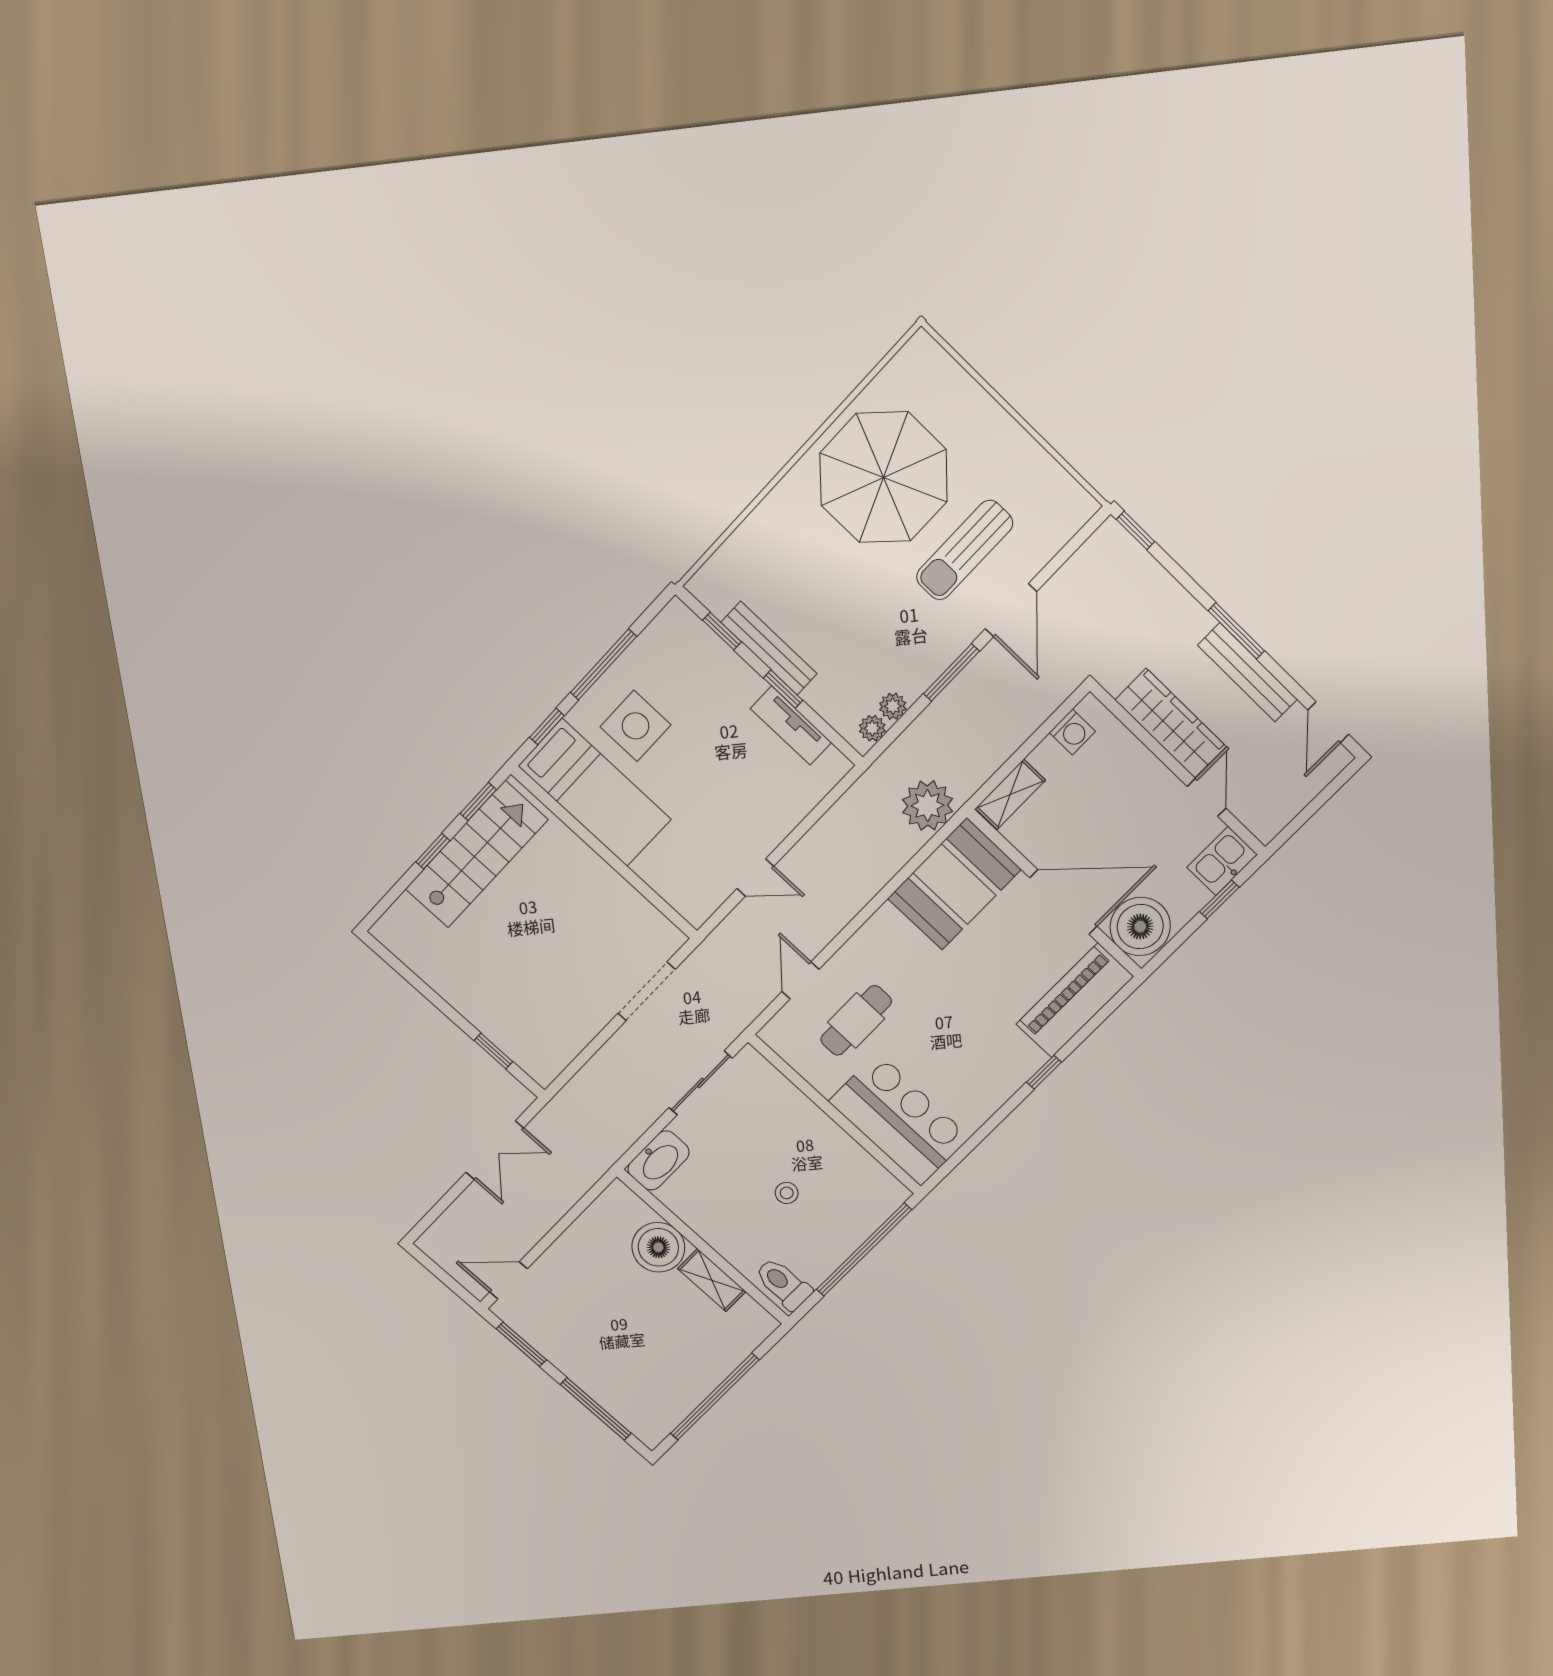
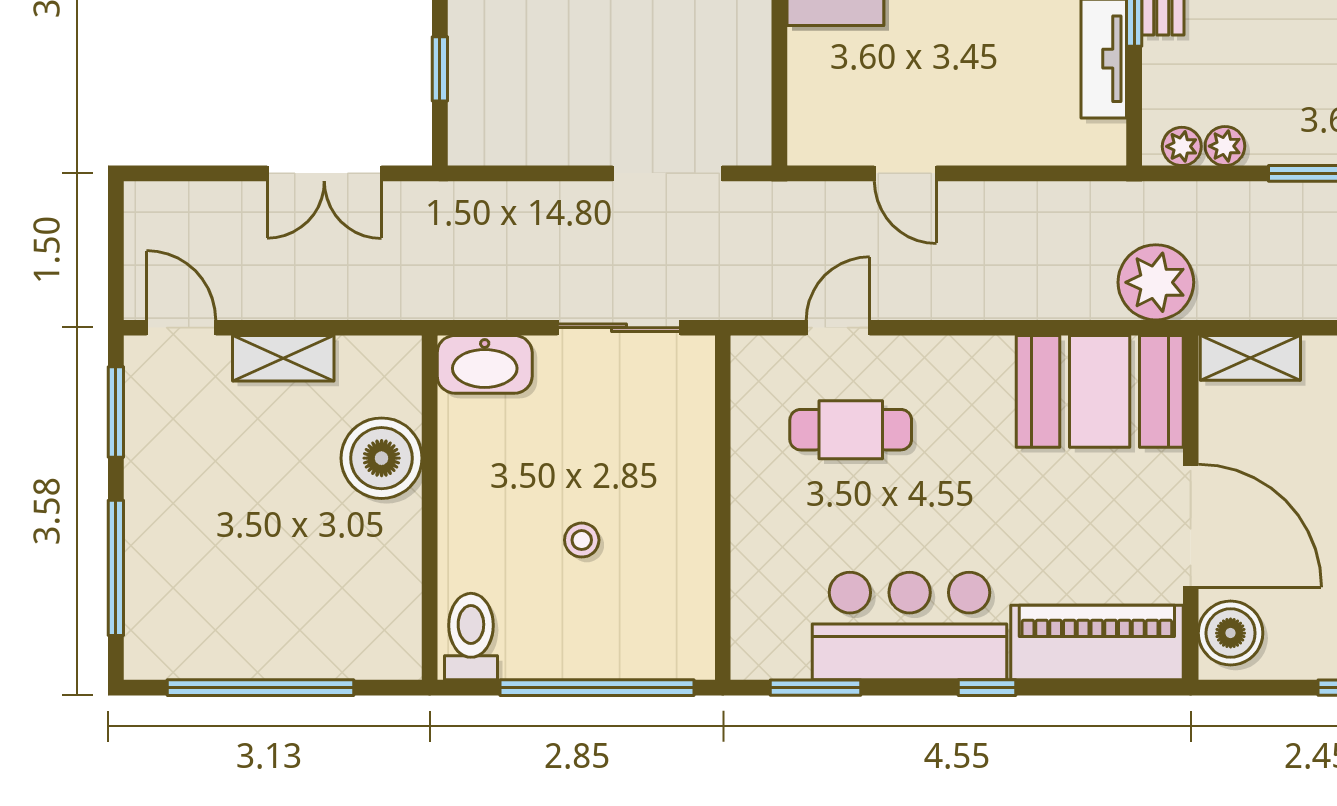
boiler: (1140, 927) -> (1231, 633), width x0.73, depth x0.73
bar counter: (899, 1119) -> (910, 626), moved, turned -90
window: (964, 1151) -> (815, 688), added
shelving: (712, 1280) -> (283, 358), moved, turned 90

